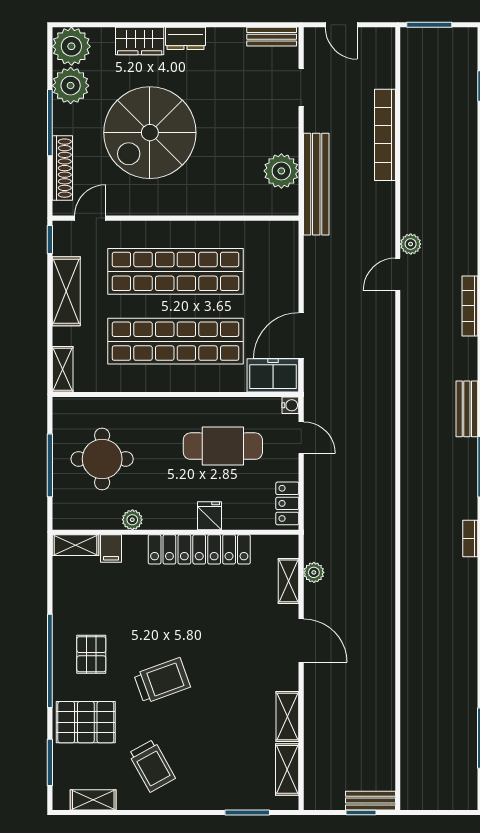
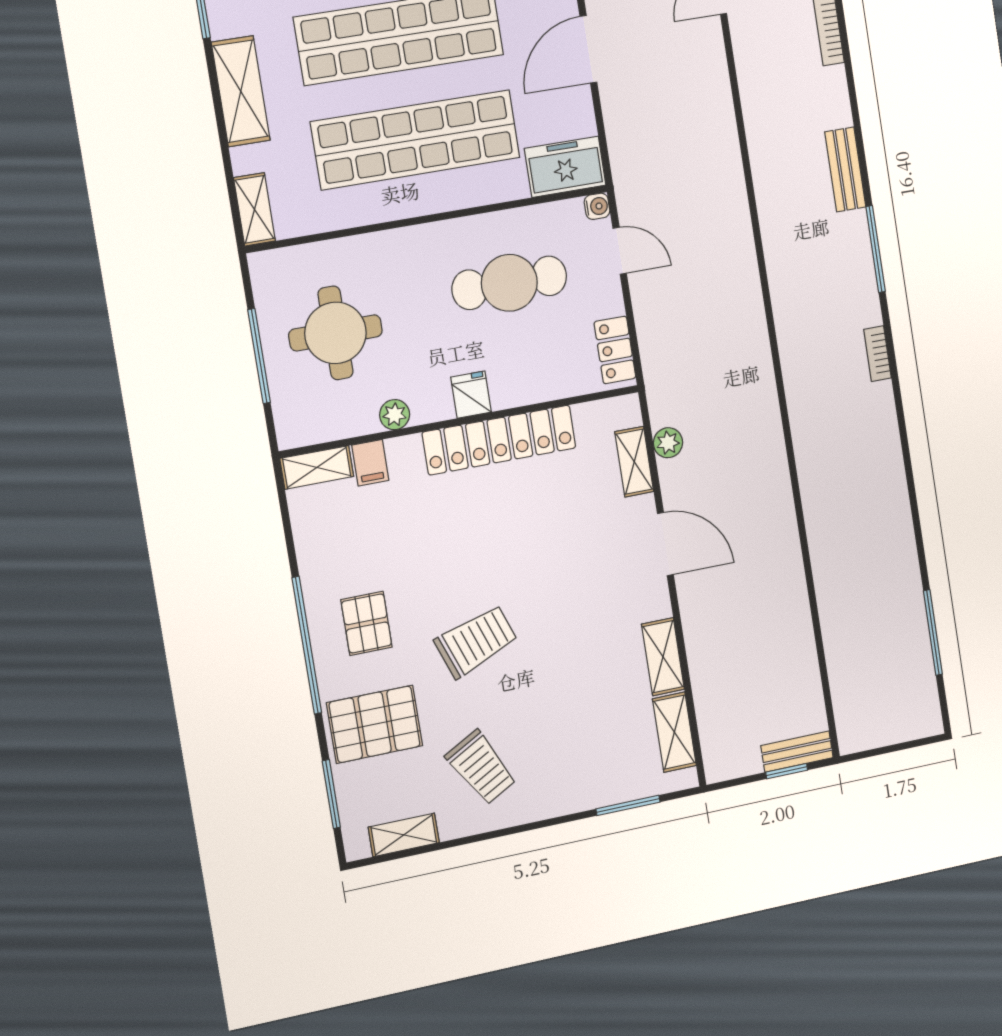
door: (301, 335) -> (588, 49), moved
fridge: (209, 516) -> (471, 395), moved

